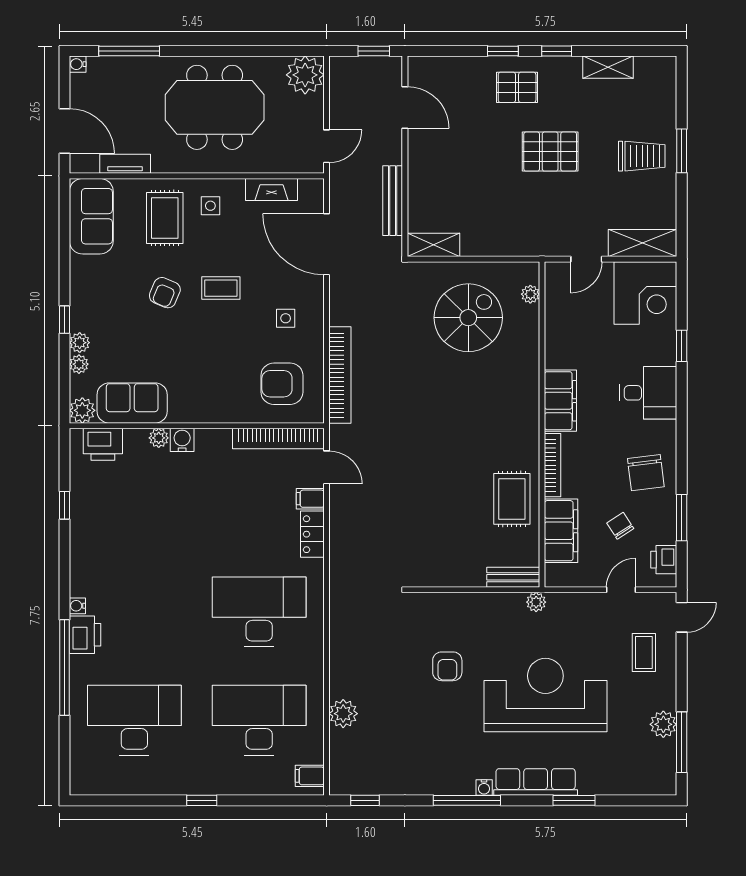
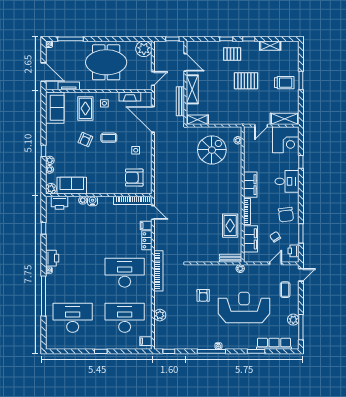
shelving: (421, 172) -> (192, 89), added
bookcase: (340, 375) -> (158, 271), moved
printer: (85, 635) -> (52, 258), moved
row of seats: (536, 782) -> (274, 344), moved

